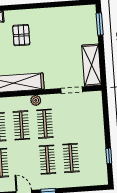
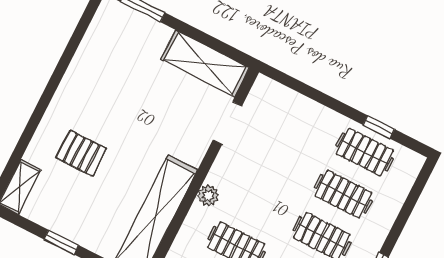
clothes rail: (45, 124) -> (365, 152), moved

